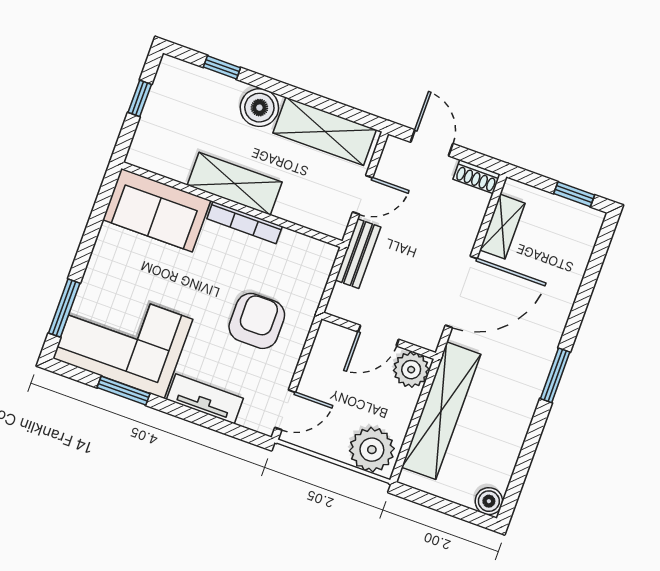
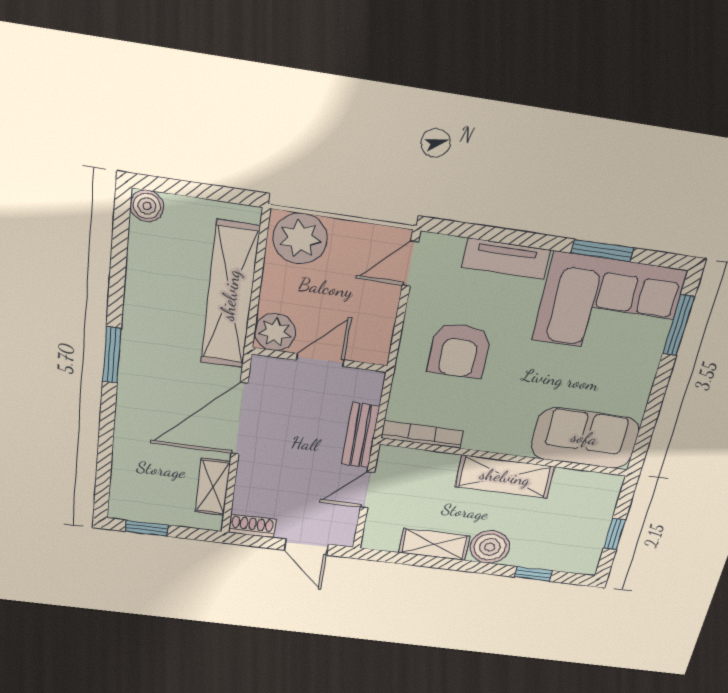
shelving: (325, 131) -> (434, 544), width x0.67, depth x0.75
bookcase: (245, 222) -> (422, 435), moved

